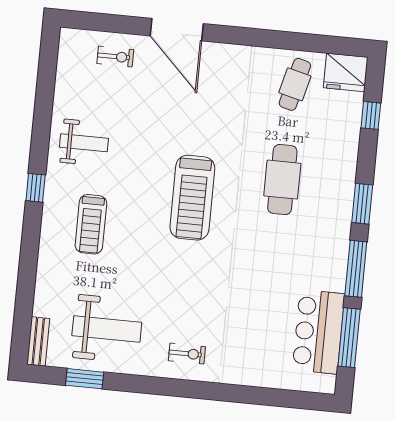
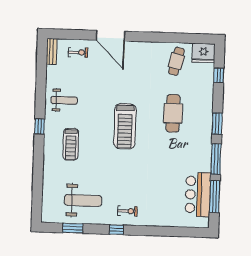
bench: (38, 341) -> (52, 51), moved
window: (165, 387) -> (116, 230), added

